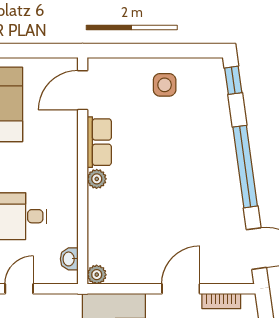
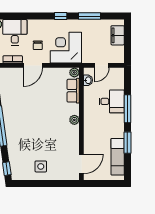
row of seats: (99, 142) -> (73, 91), moved
door: (19, 289) -> (102, 65), moved

